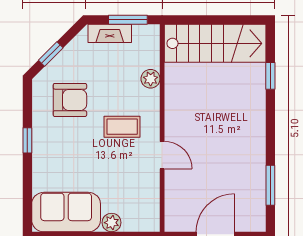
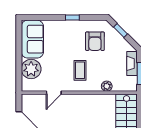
door: (162, 155) -> (54, 93), moved
plant: (112, 223) -> (31, 69), width x1.88, depth x1.88

